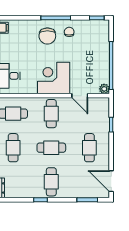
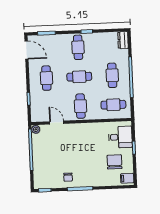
chair: (47, 36) -> (114, 162), moved
corner desk: (54, 78) -> (80, 137), removed

